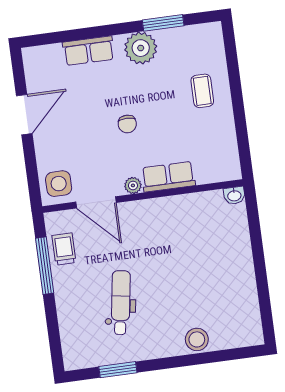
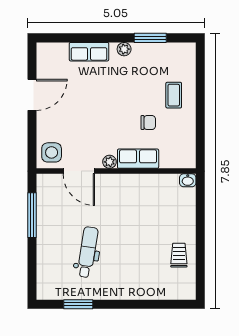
plant: (141, 48) -> (124, 49), width x0.53, depth x0.53
chair: (127, 124) -> (148, 123), moved, turned -90
trolley: (64, 249) -> (179, 255), moved
stool: (197, 339) -> (143, 289), removed

